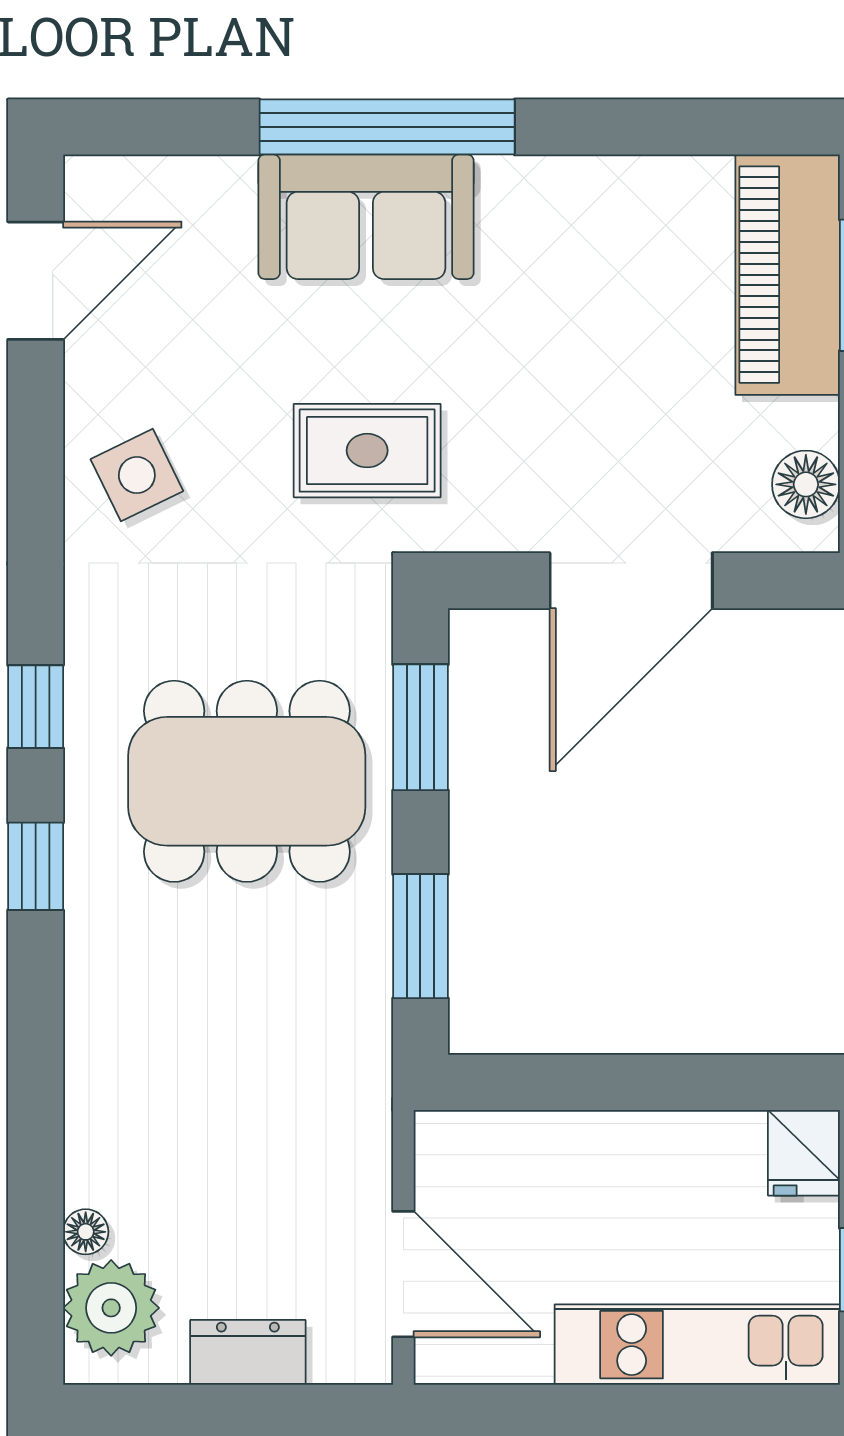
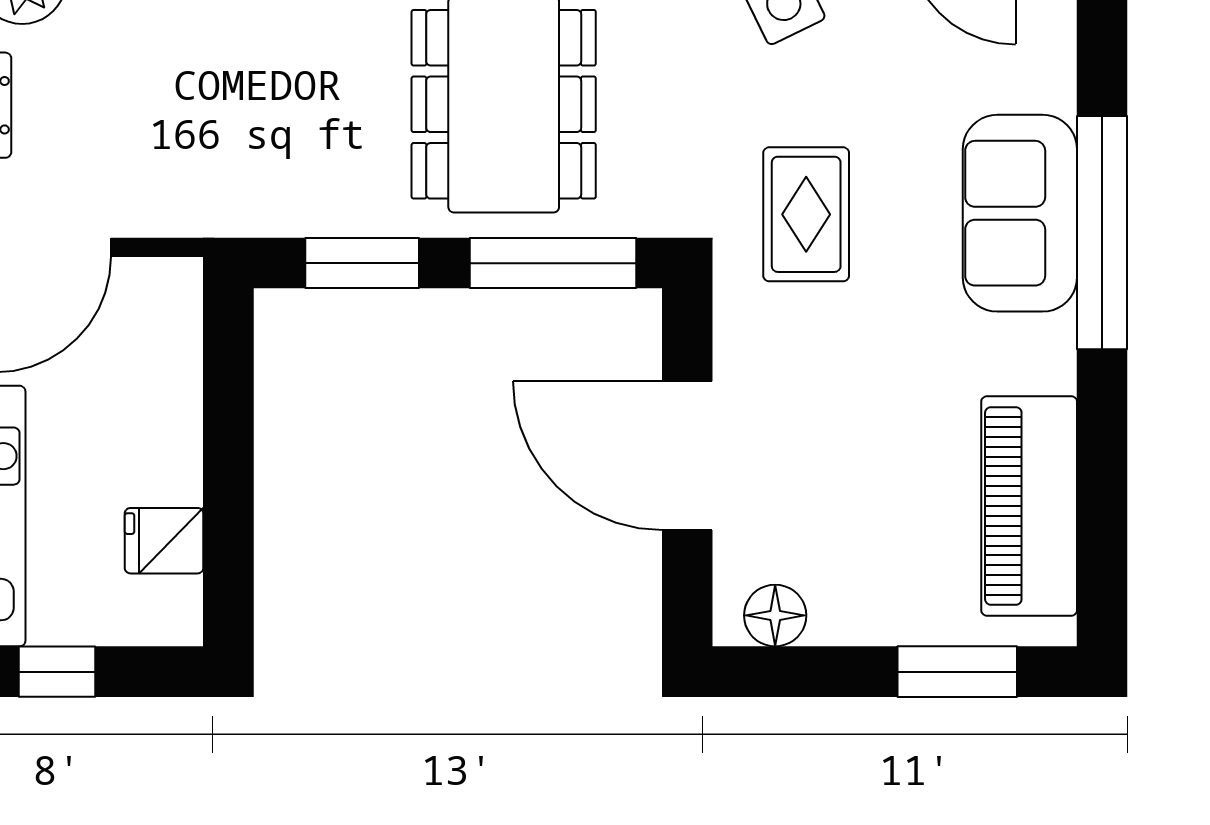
piano: (788, 275) -> (1029, 506), moved, turned -90
window: (420, 727) -> (553, 263), width x1.44
fridge: (804, 1153) -> (164, 541), moved

